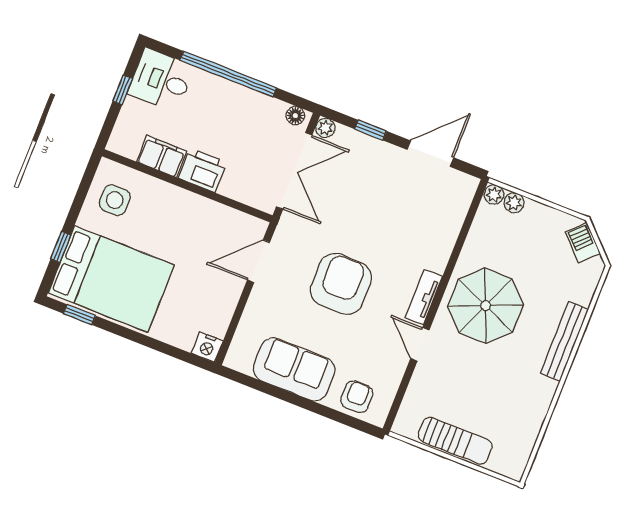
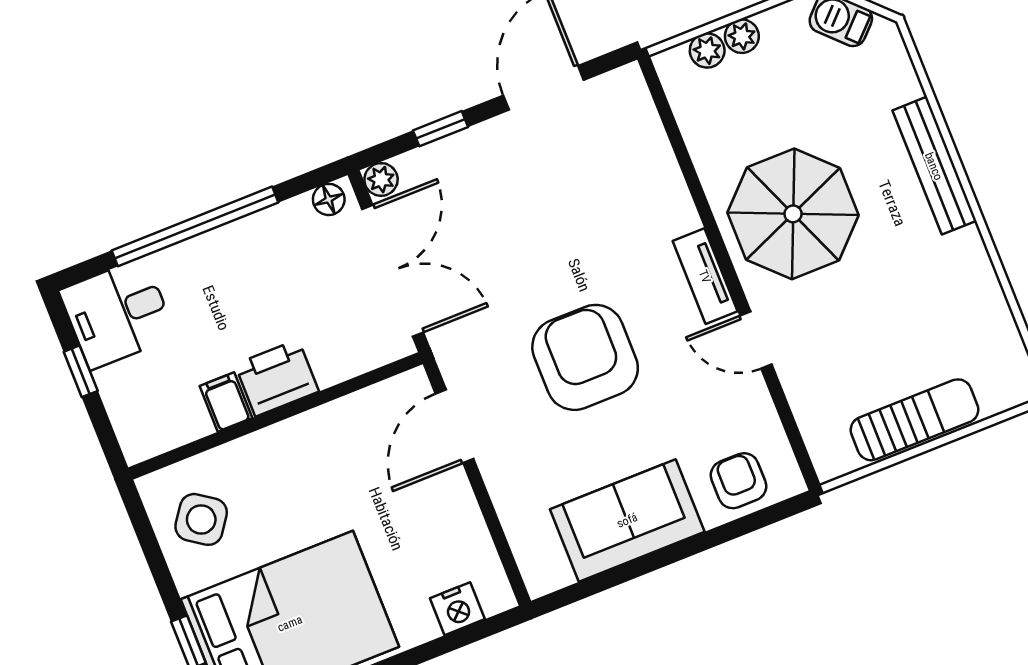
filing cabinet: (162, 156) -> (226, 402), width x0.50
plant: (494, 195) -> (742, 36), moved
side table: (115, 200) -> (201, 519), turned 35
nightstand: (207, 347) -> (457, 609), moved

